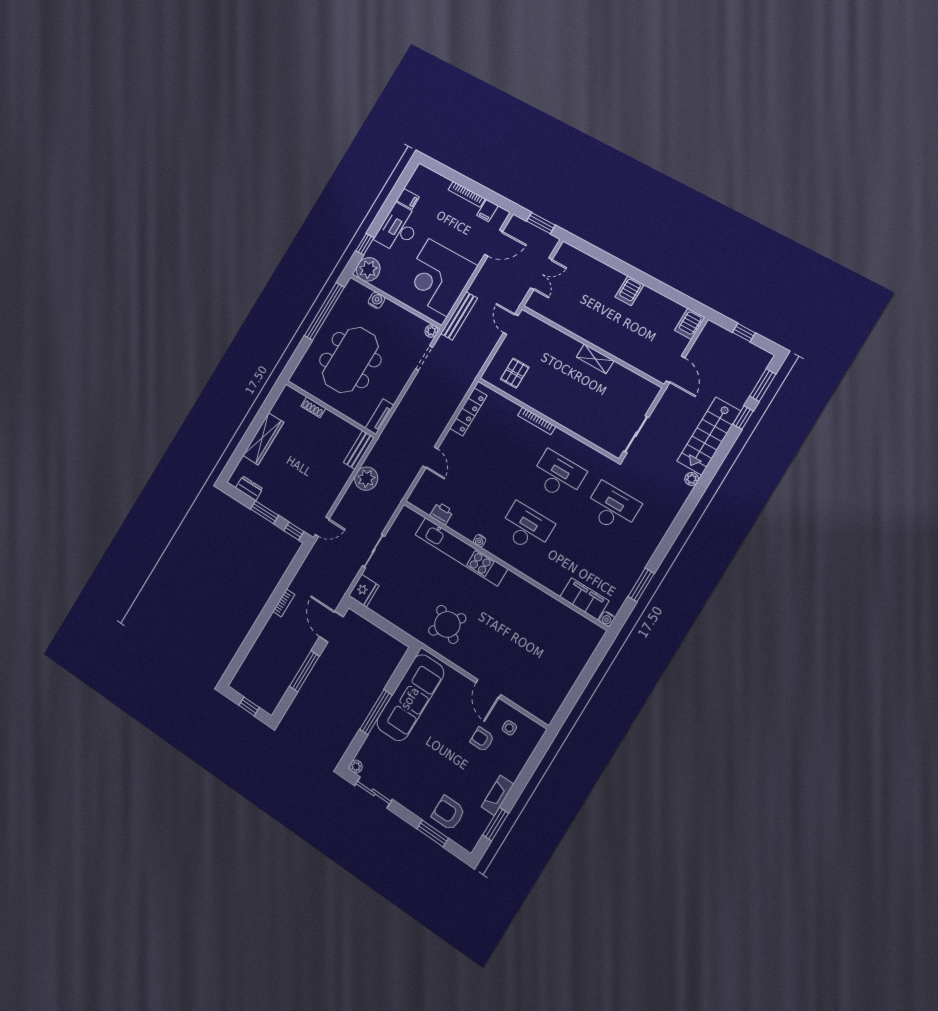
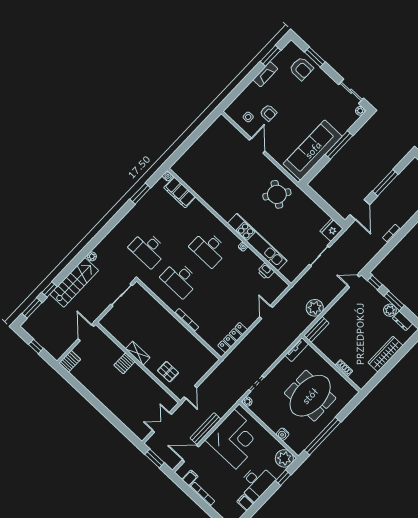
server rack: (630, 291) -> (124, 363), moved, turned 180
bench: (459, 316) -> (205, 429), moved
pallet: (515, 373) -> (168, 372), moved, turned 90
plant: (268, 498) -> (390, 310), added

